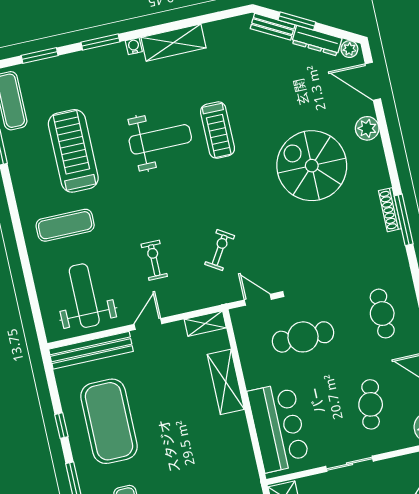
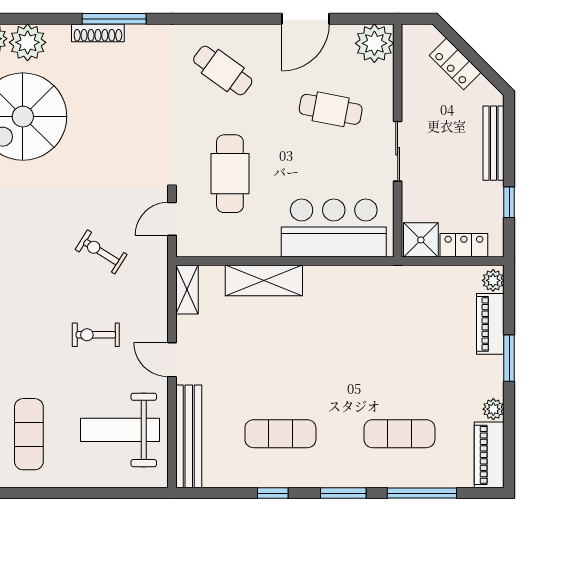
plant: (370, 157) -> (28, 42), added
cafe table: (382, 314) -> (223, 70), turned 36
exercise mat: (109, 421) -> (280, 434), width x0.50, depth x0.69

